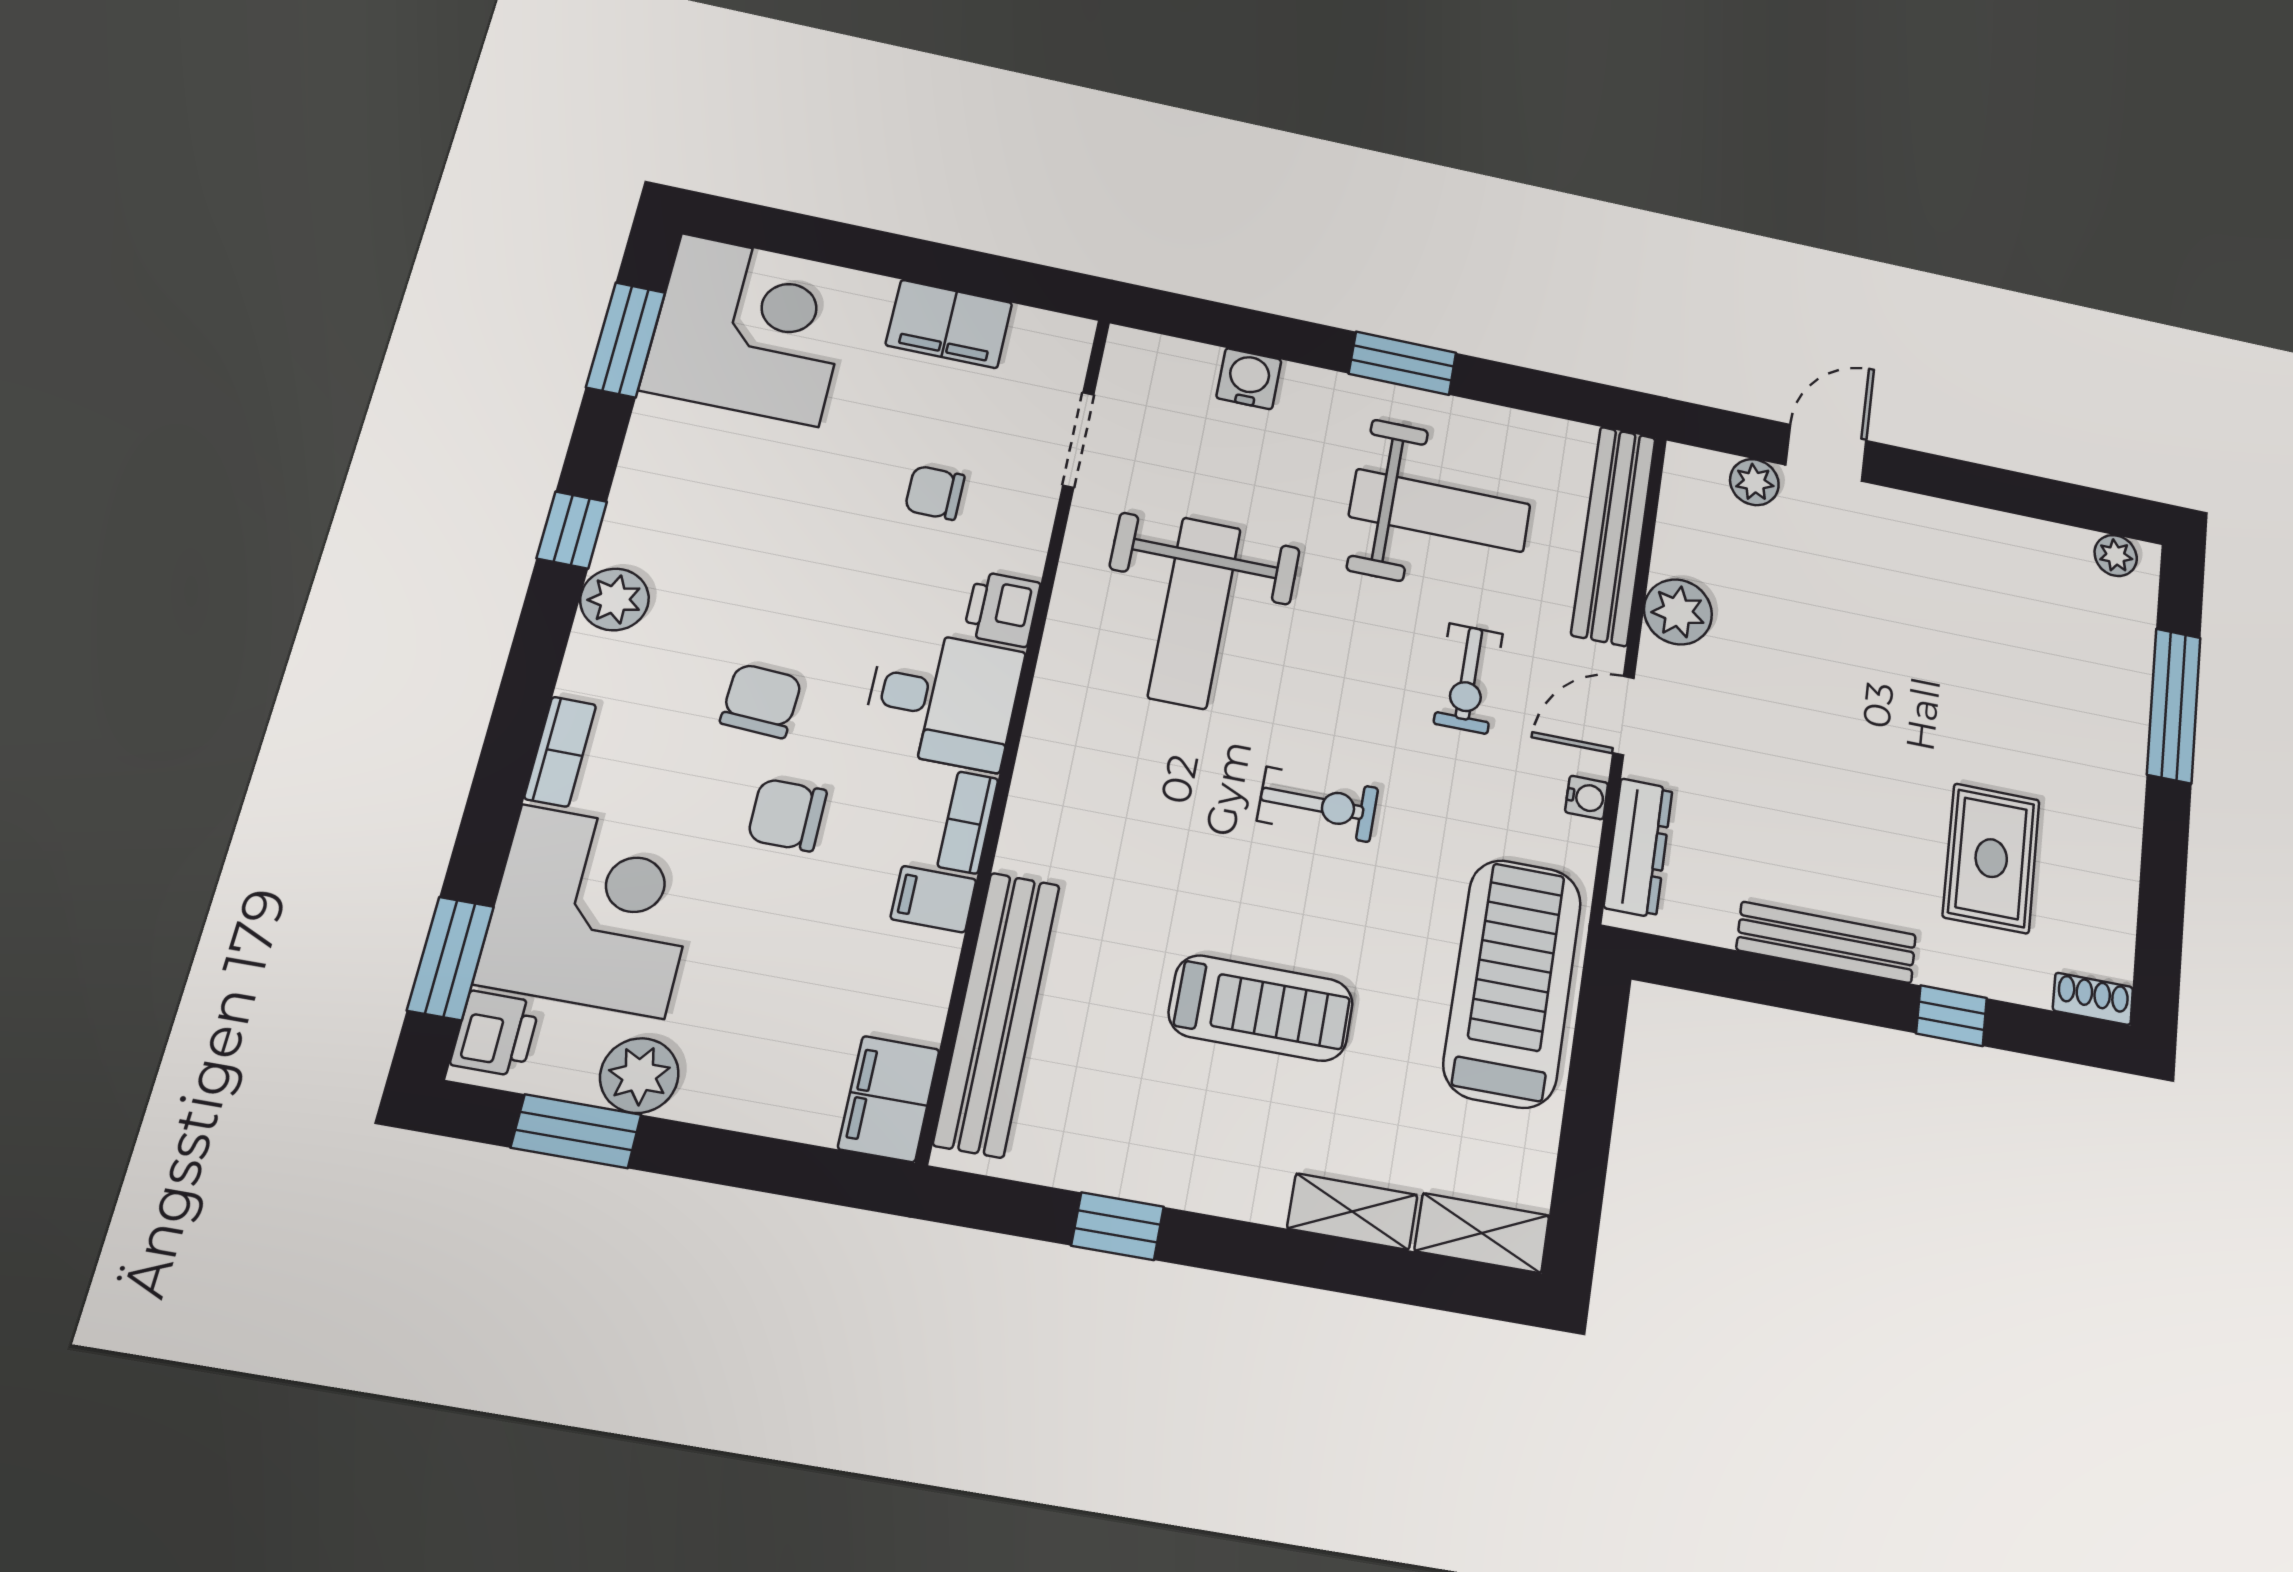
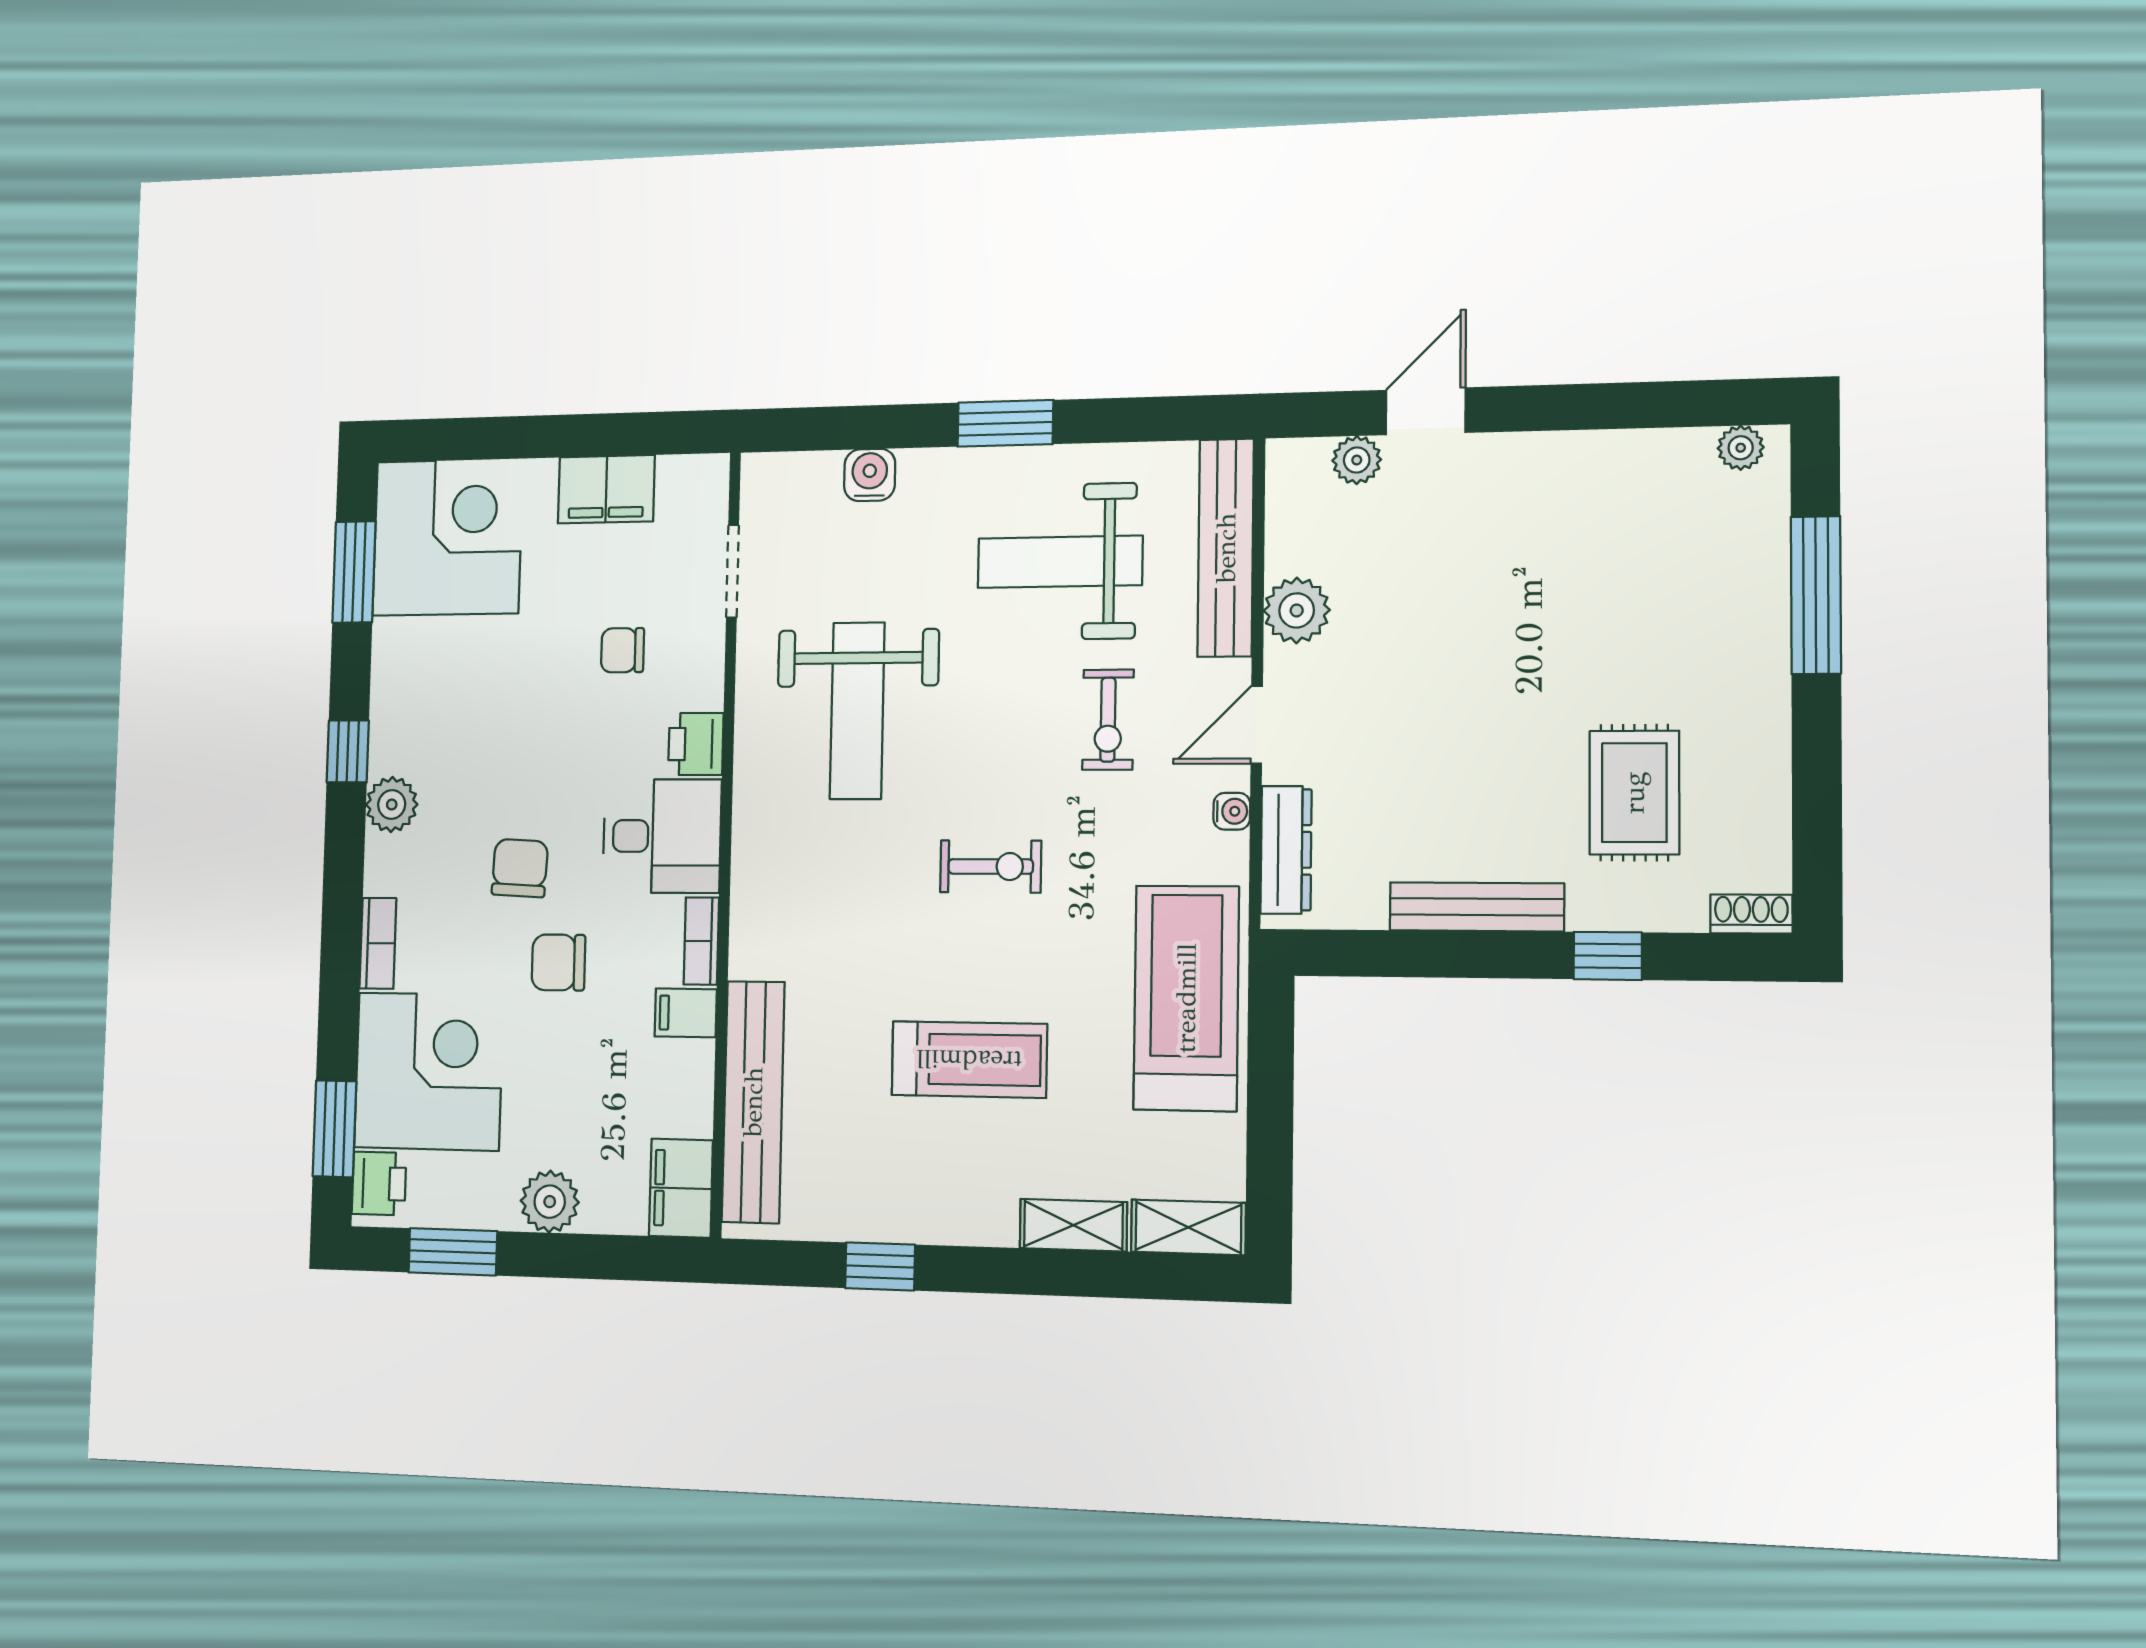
weight bench: (1440, 511) -> (1060, 562), turned 180
plant: (639, 1076) -> (550, 1202), moved

